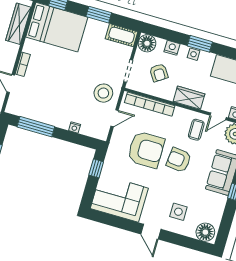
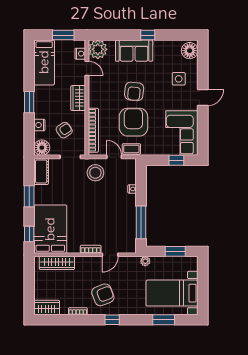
side table: (194, 54) -> (40, 105), removed
coffee table: (196, 130) -> (131, 149), moved
window: (96, 168) -> (176, 160), moved

